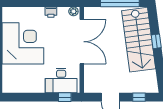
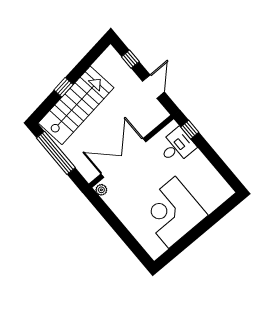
printer: (51, 12) -> (120, 211), removed
desk: (61, 80) -> (177, 146), width x0.73

